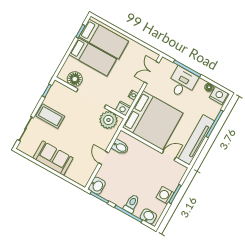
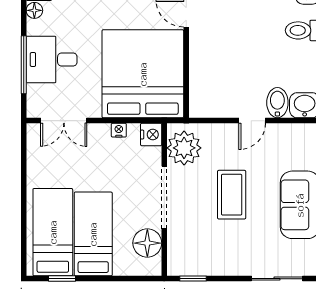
coffee table: (50, 116) -> (232, 195), moved
bidet: (120, 147) -> (277, 103), moved

